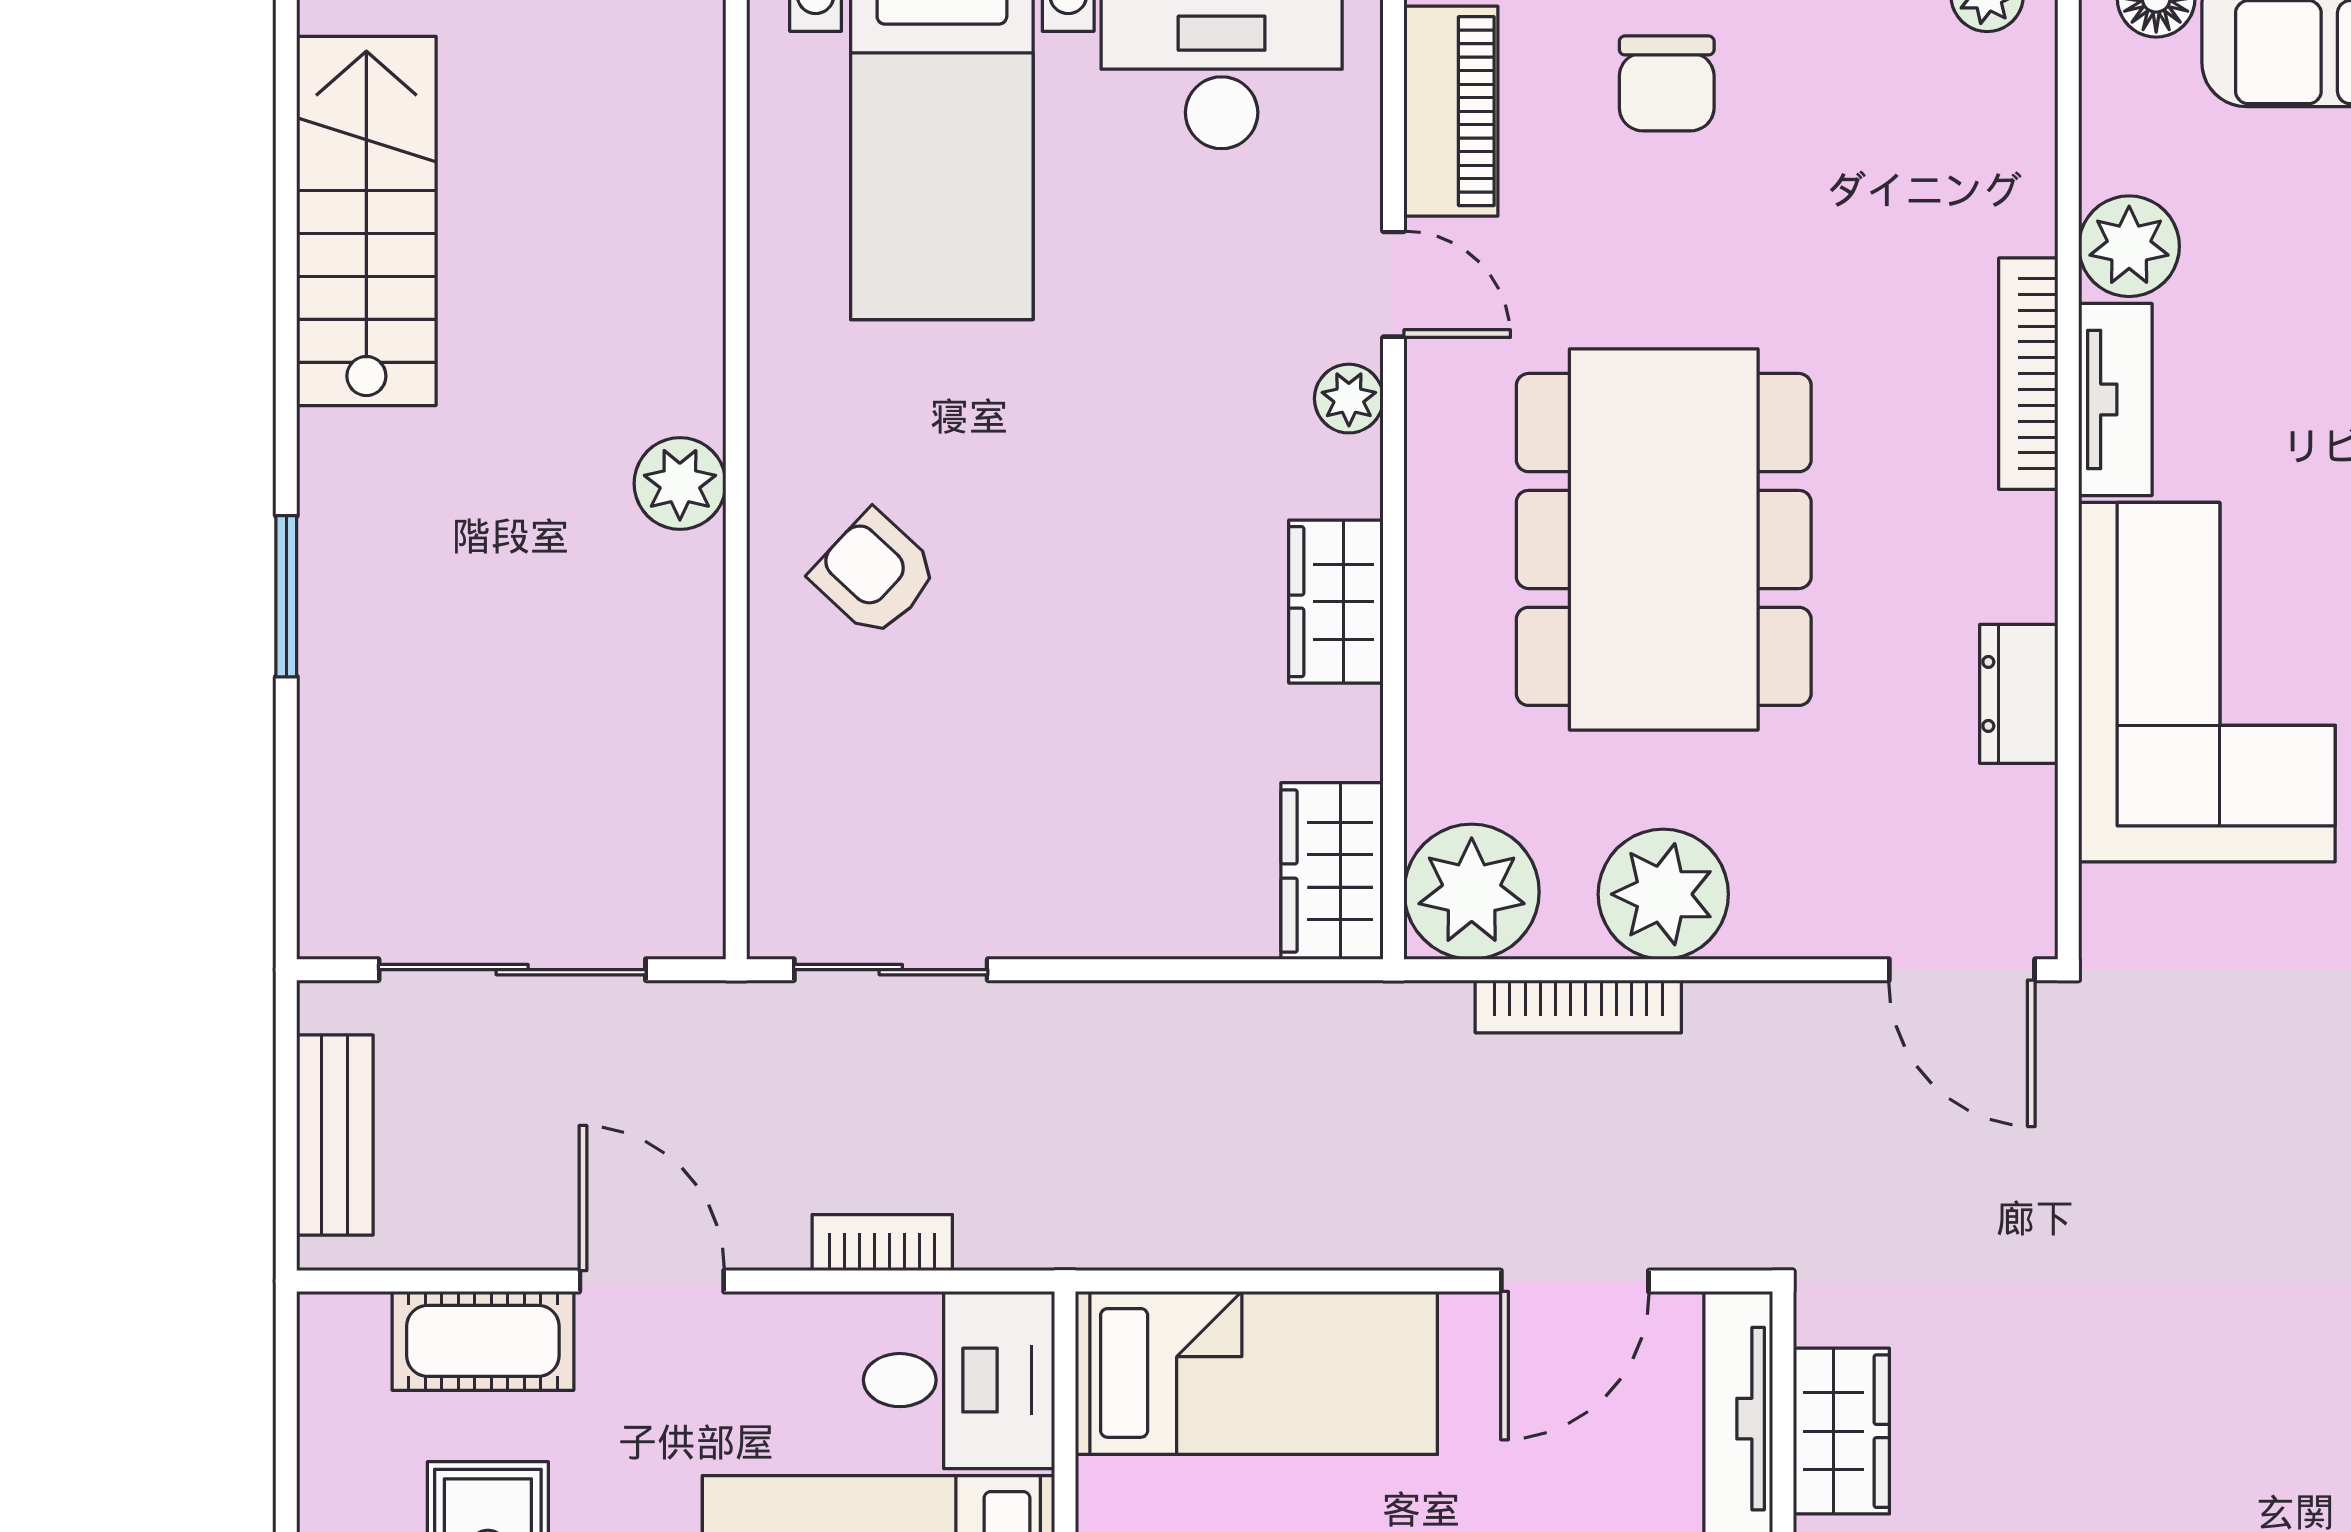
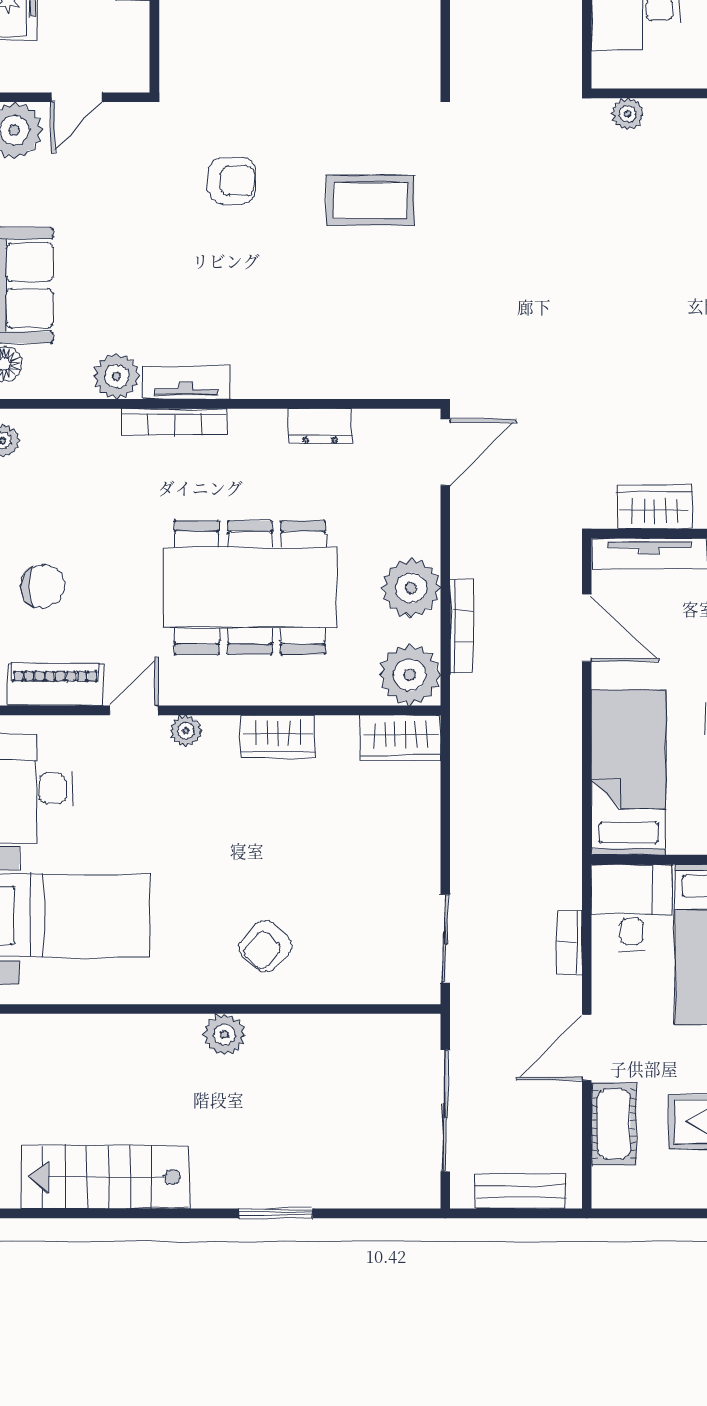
corner sofa: (2207, 682) -> (315, 341), removed

